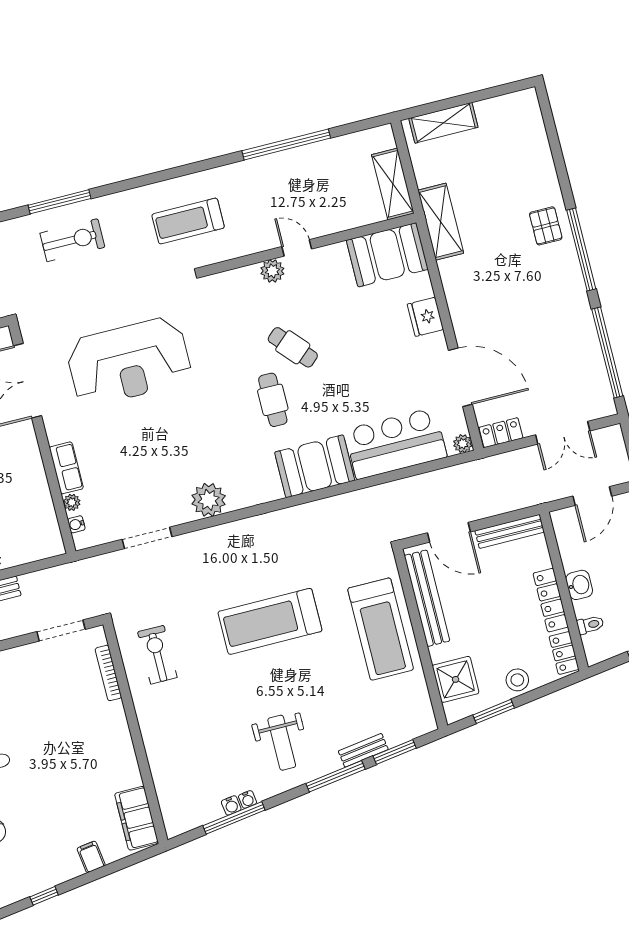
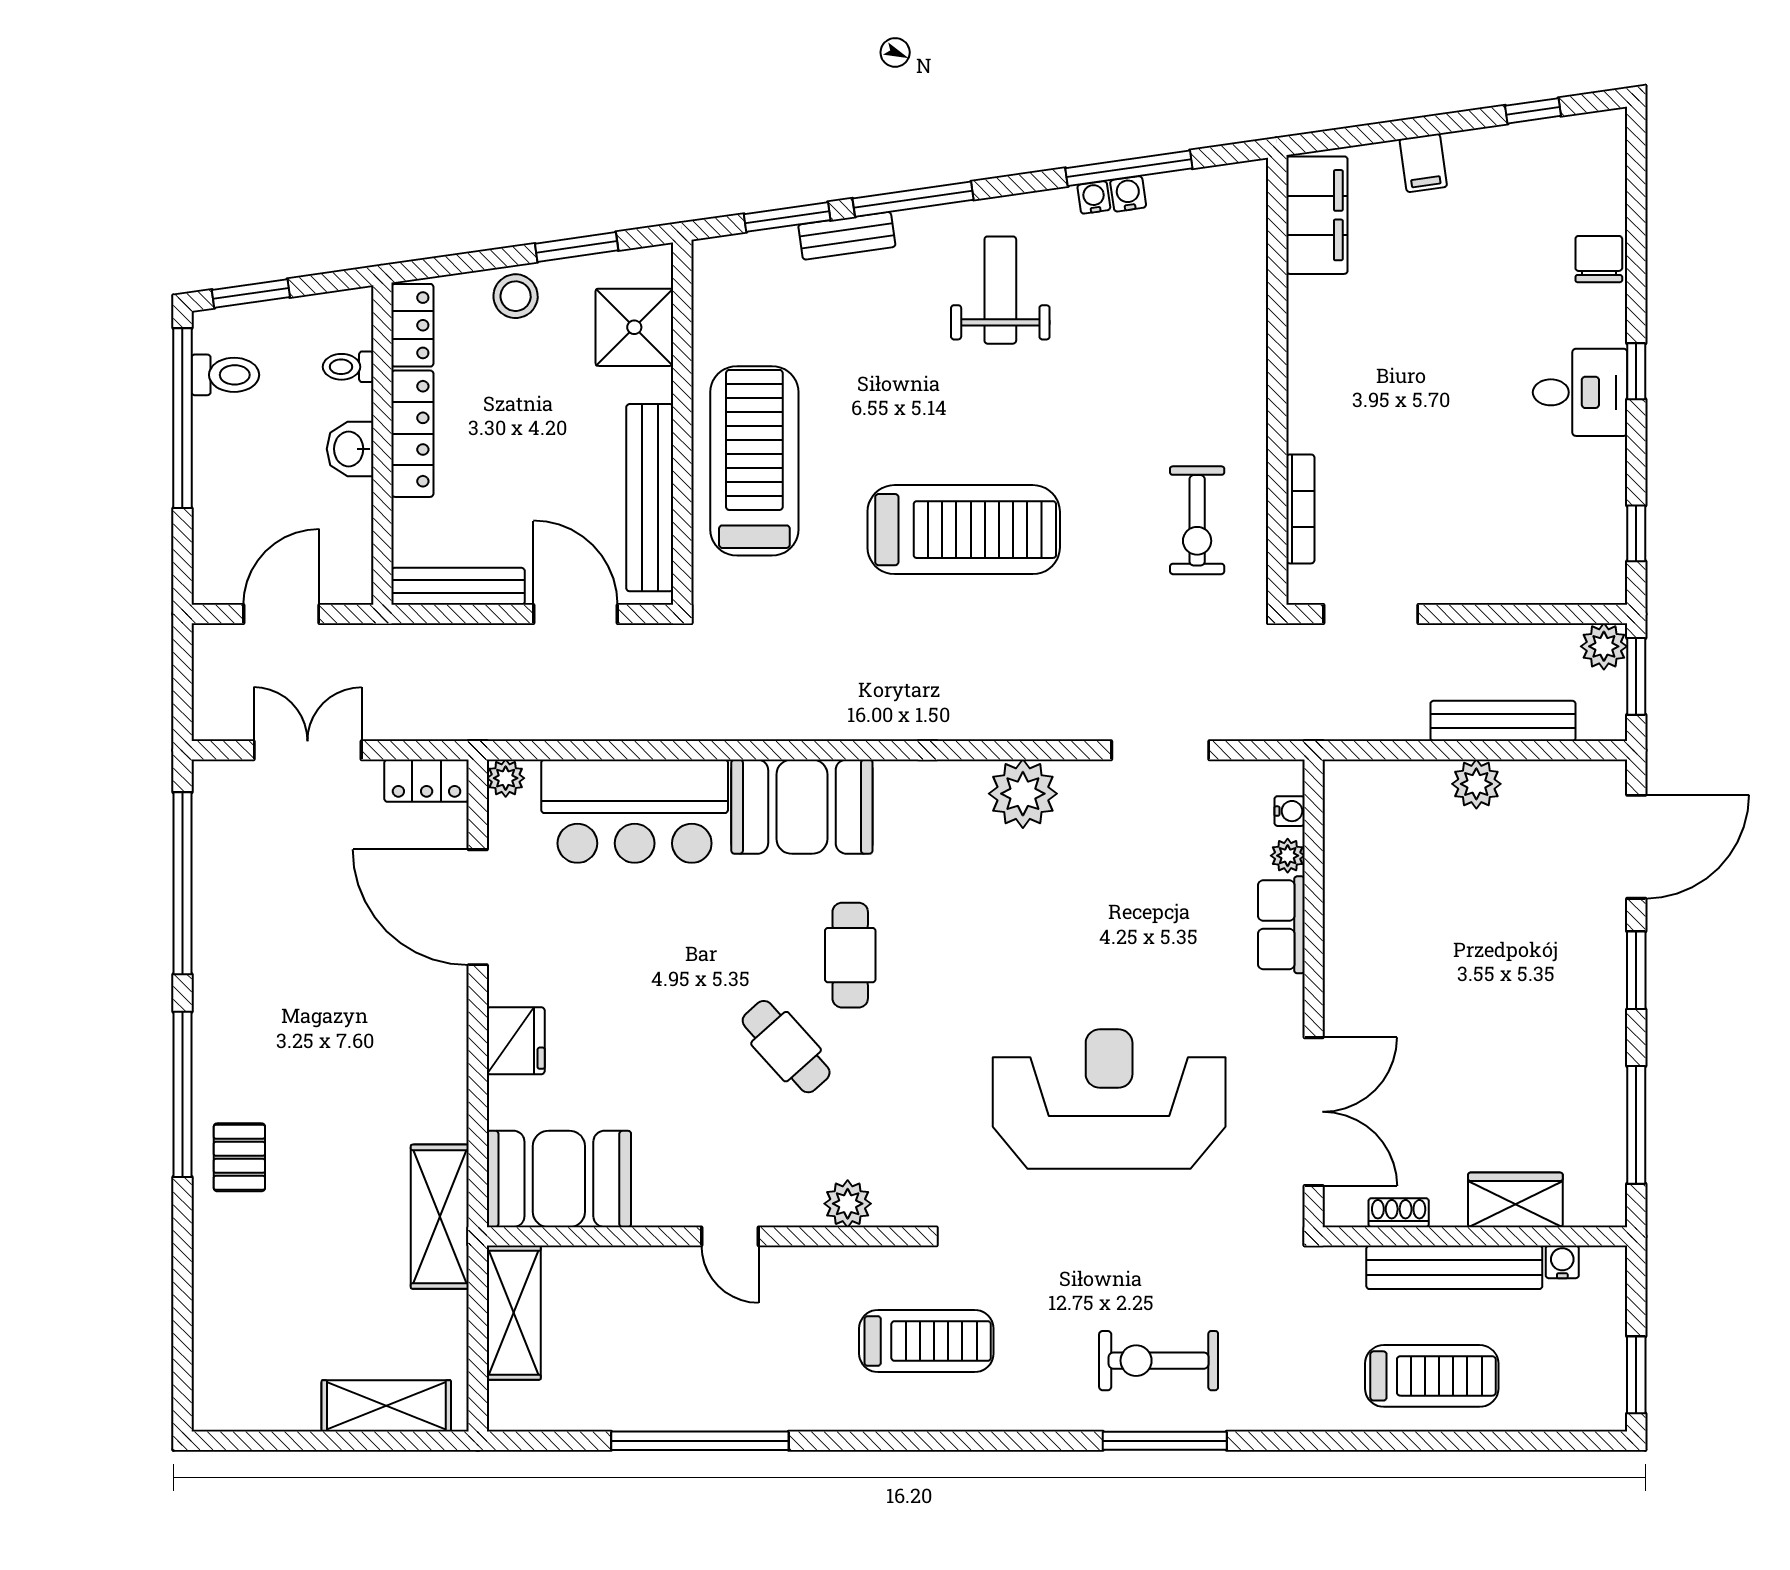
plant: (272, 271) -> (848, 1204), moved

